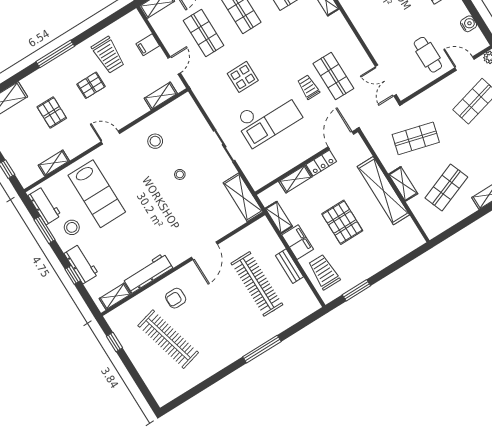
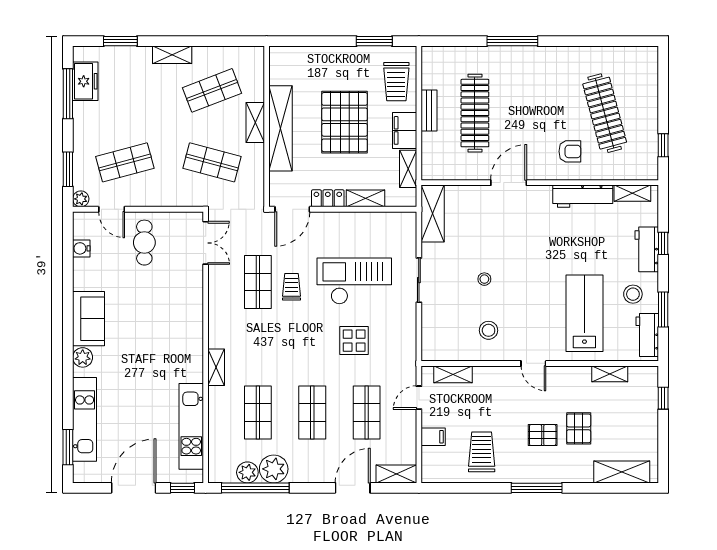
pallet: (91, 85) -> (543, 435), moved
trolley: (308, 87) -> (291, 287), turned 180
pallet: (342, 222) -> (345, 122), width x1.37, depth x1.41

